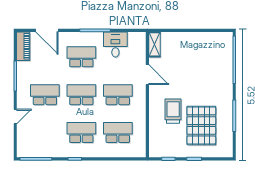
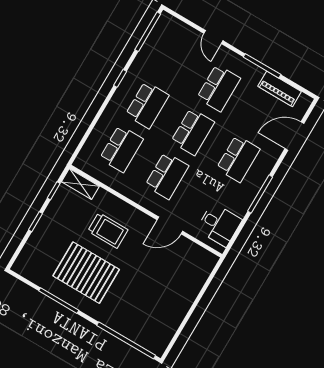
desk: (115, 44) -> (219, 225), moved
shelving: (154, 44) -> (80, 184), moved
piano: (23, 46) -> (280, 89), moved
pallet: (201, 125) -> (86, 273), moved

